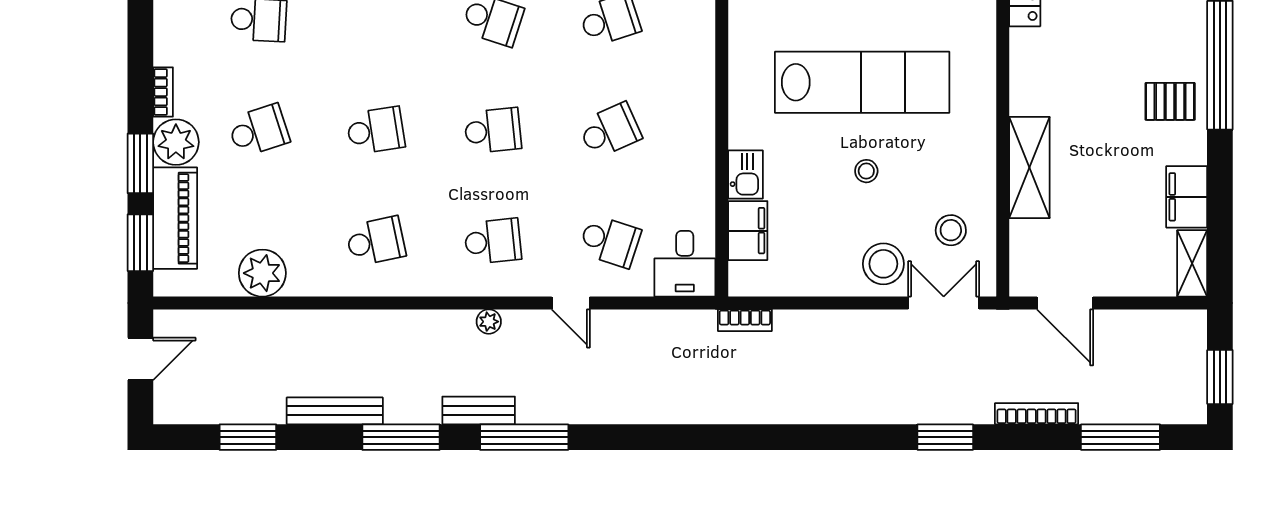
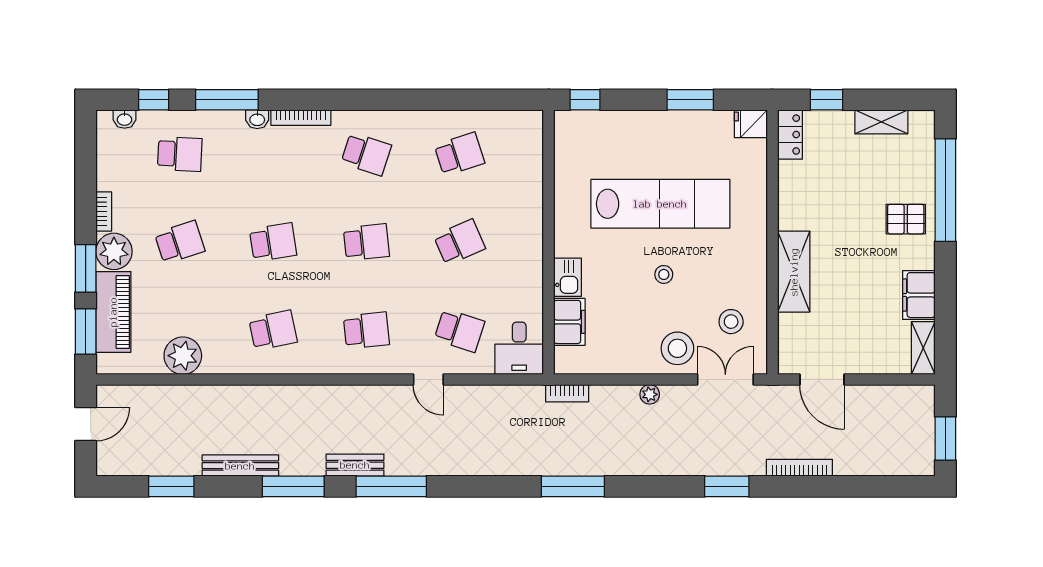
plant: (489, 322) -> (650, 394), moved
window: (1120, 437) -> (573, 486), moved

